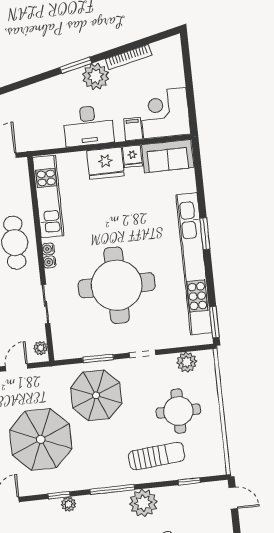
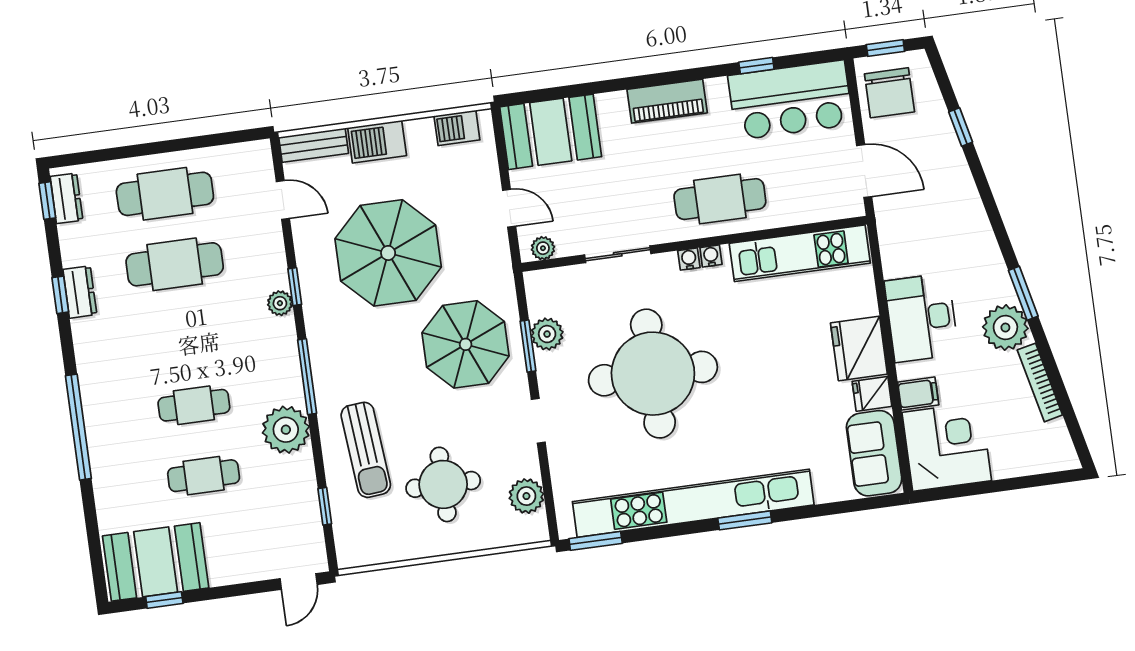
plant: (91, 347) -> (547, 334), added

